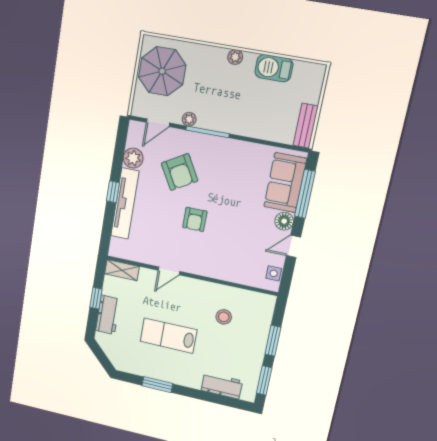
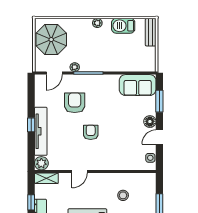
bench: (306, 126) -> (151, 32), moved
plant: (133, 158) -> (41, 163), moved
armchair: (180, 172) -> (75, 103), turned -150
sofa: (285, 183) -> (138, 85), moved, turned -90
window: (305, 194) -> (159, 101), width x0.69
armchair: (195, 219) -> (91, 132), turned 180

